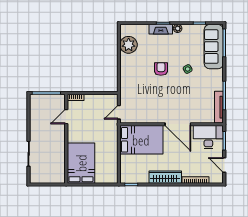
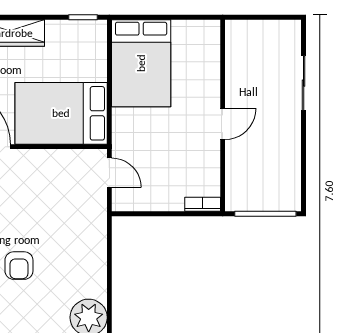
door: (119, 112) -> (109, 173), hinge flipped
door: (66, 117) -> (223, 124), moved
bed: (81, 163) -> (141, 63), moved

